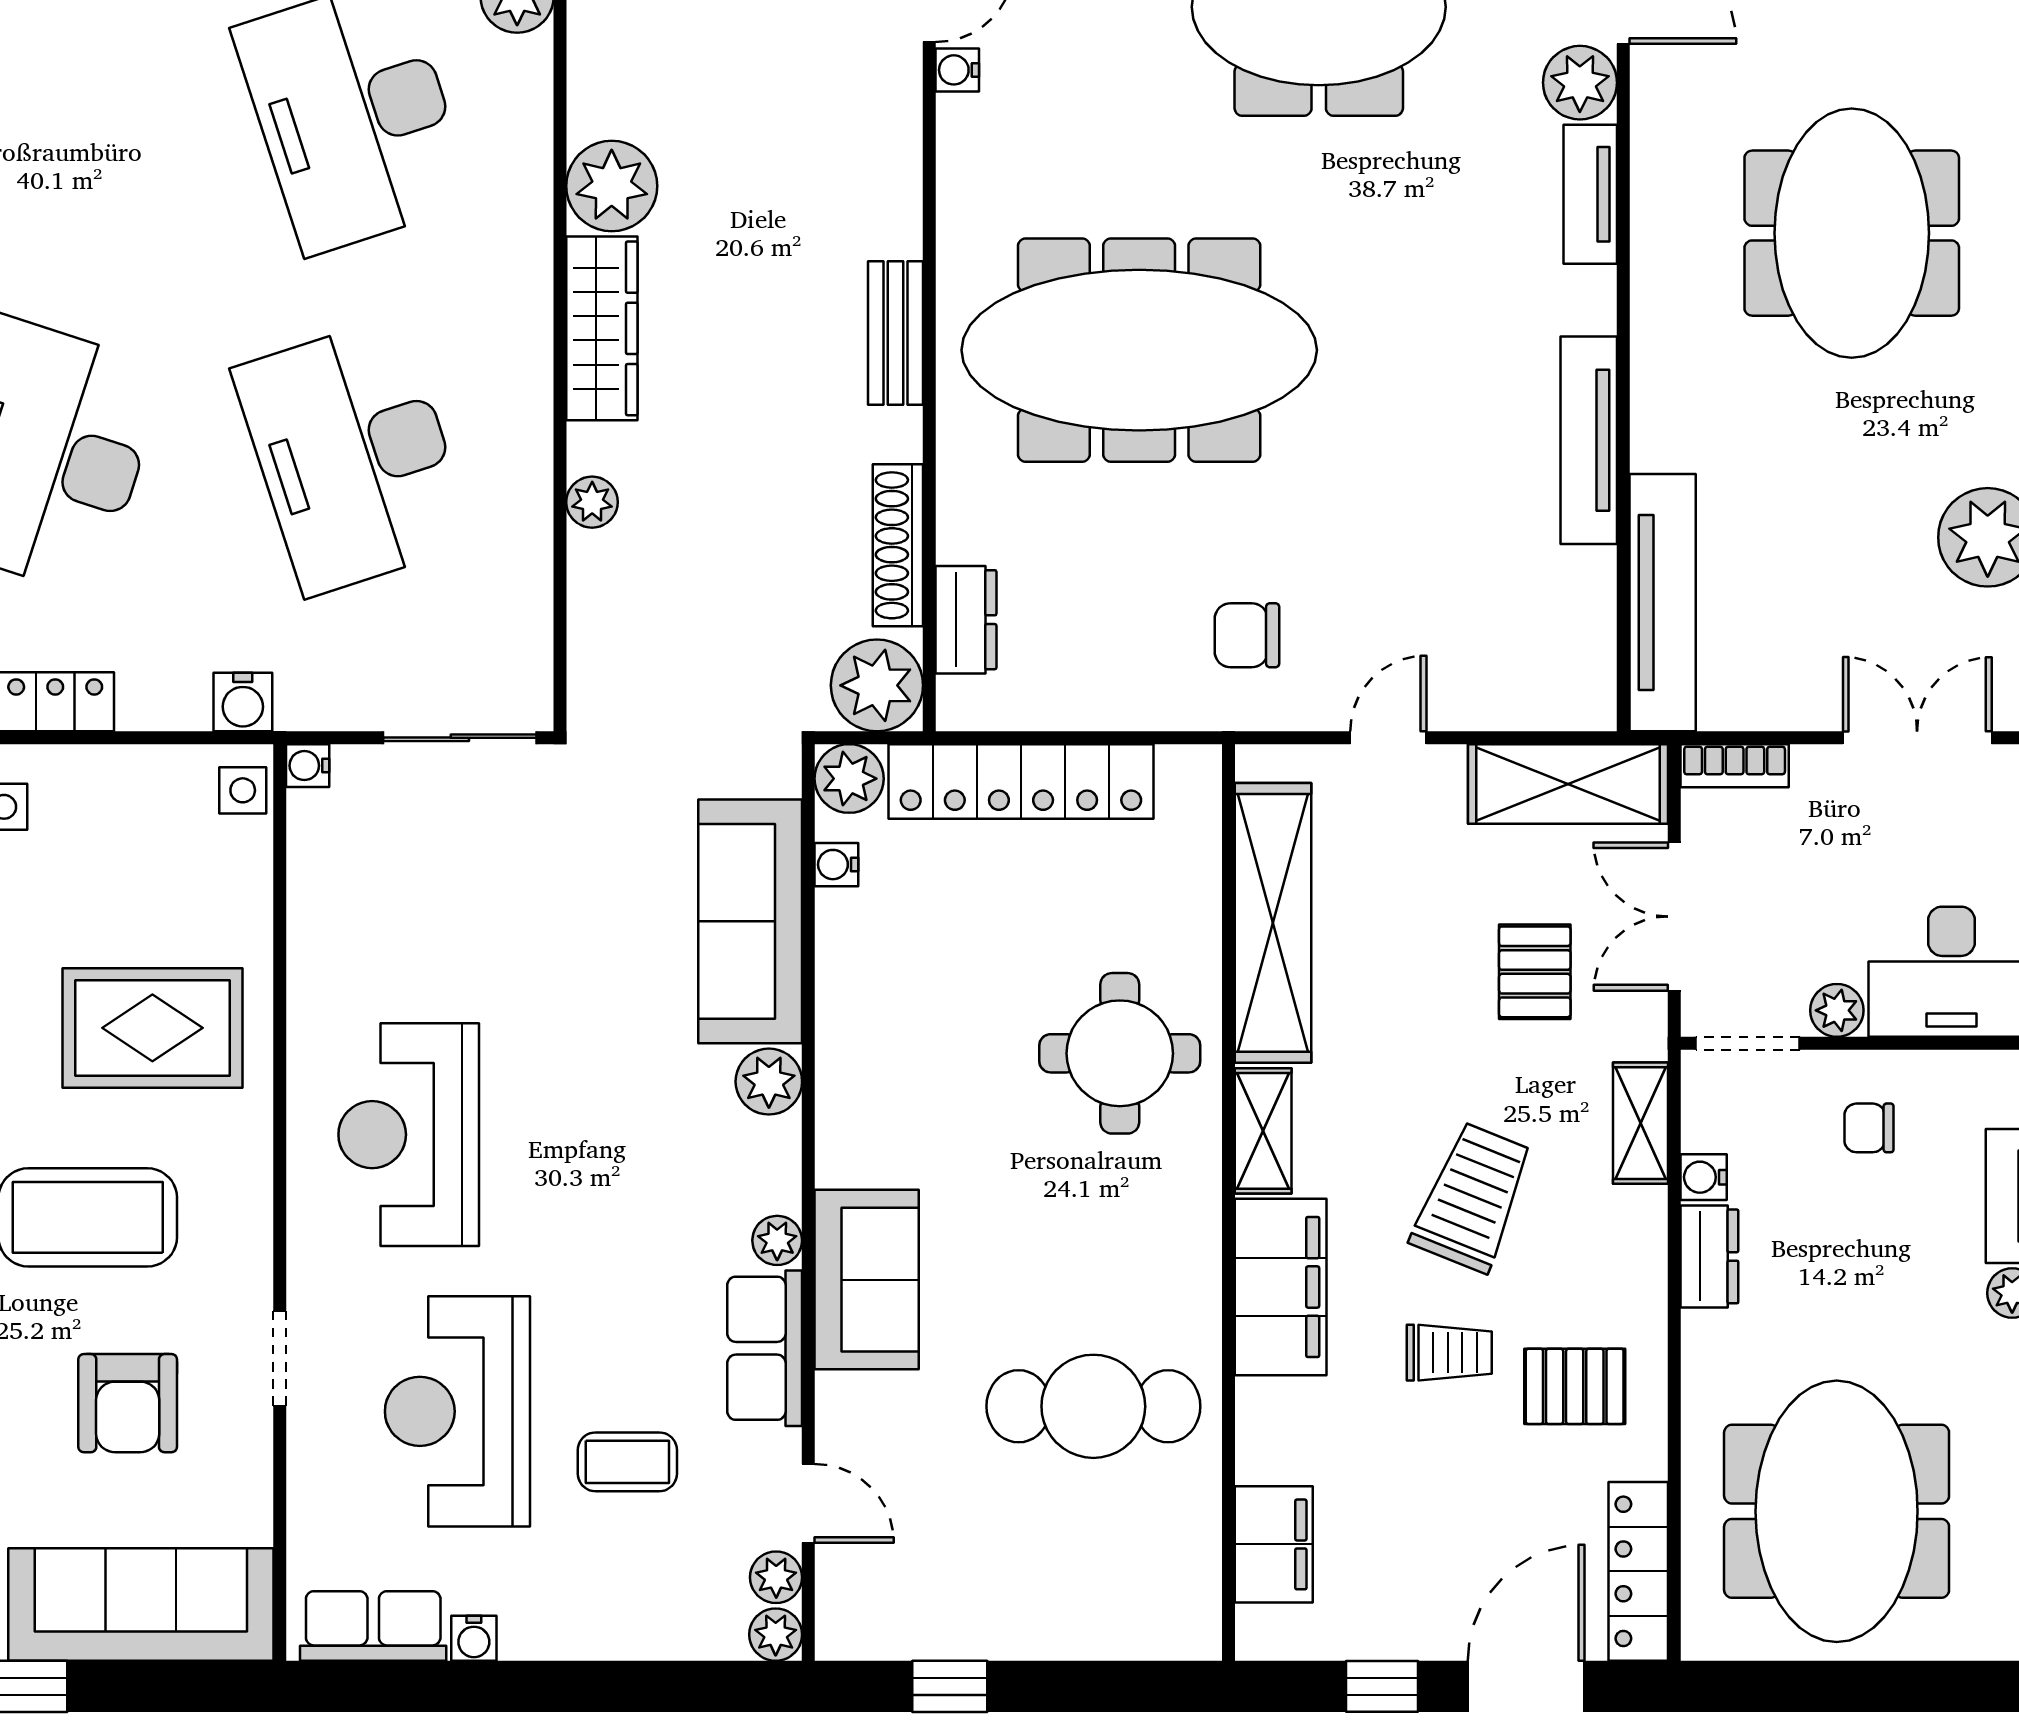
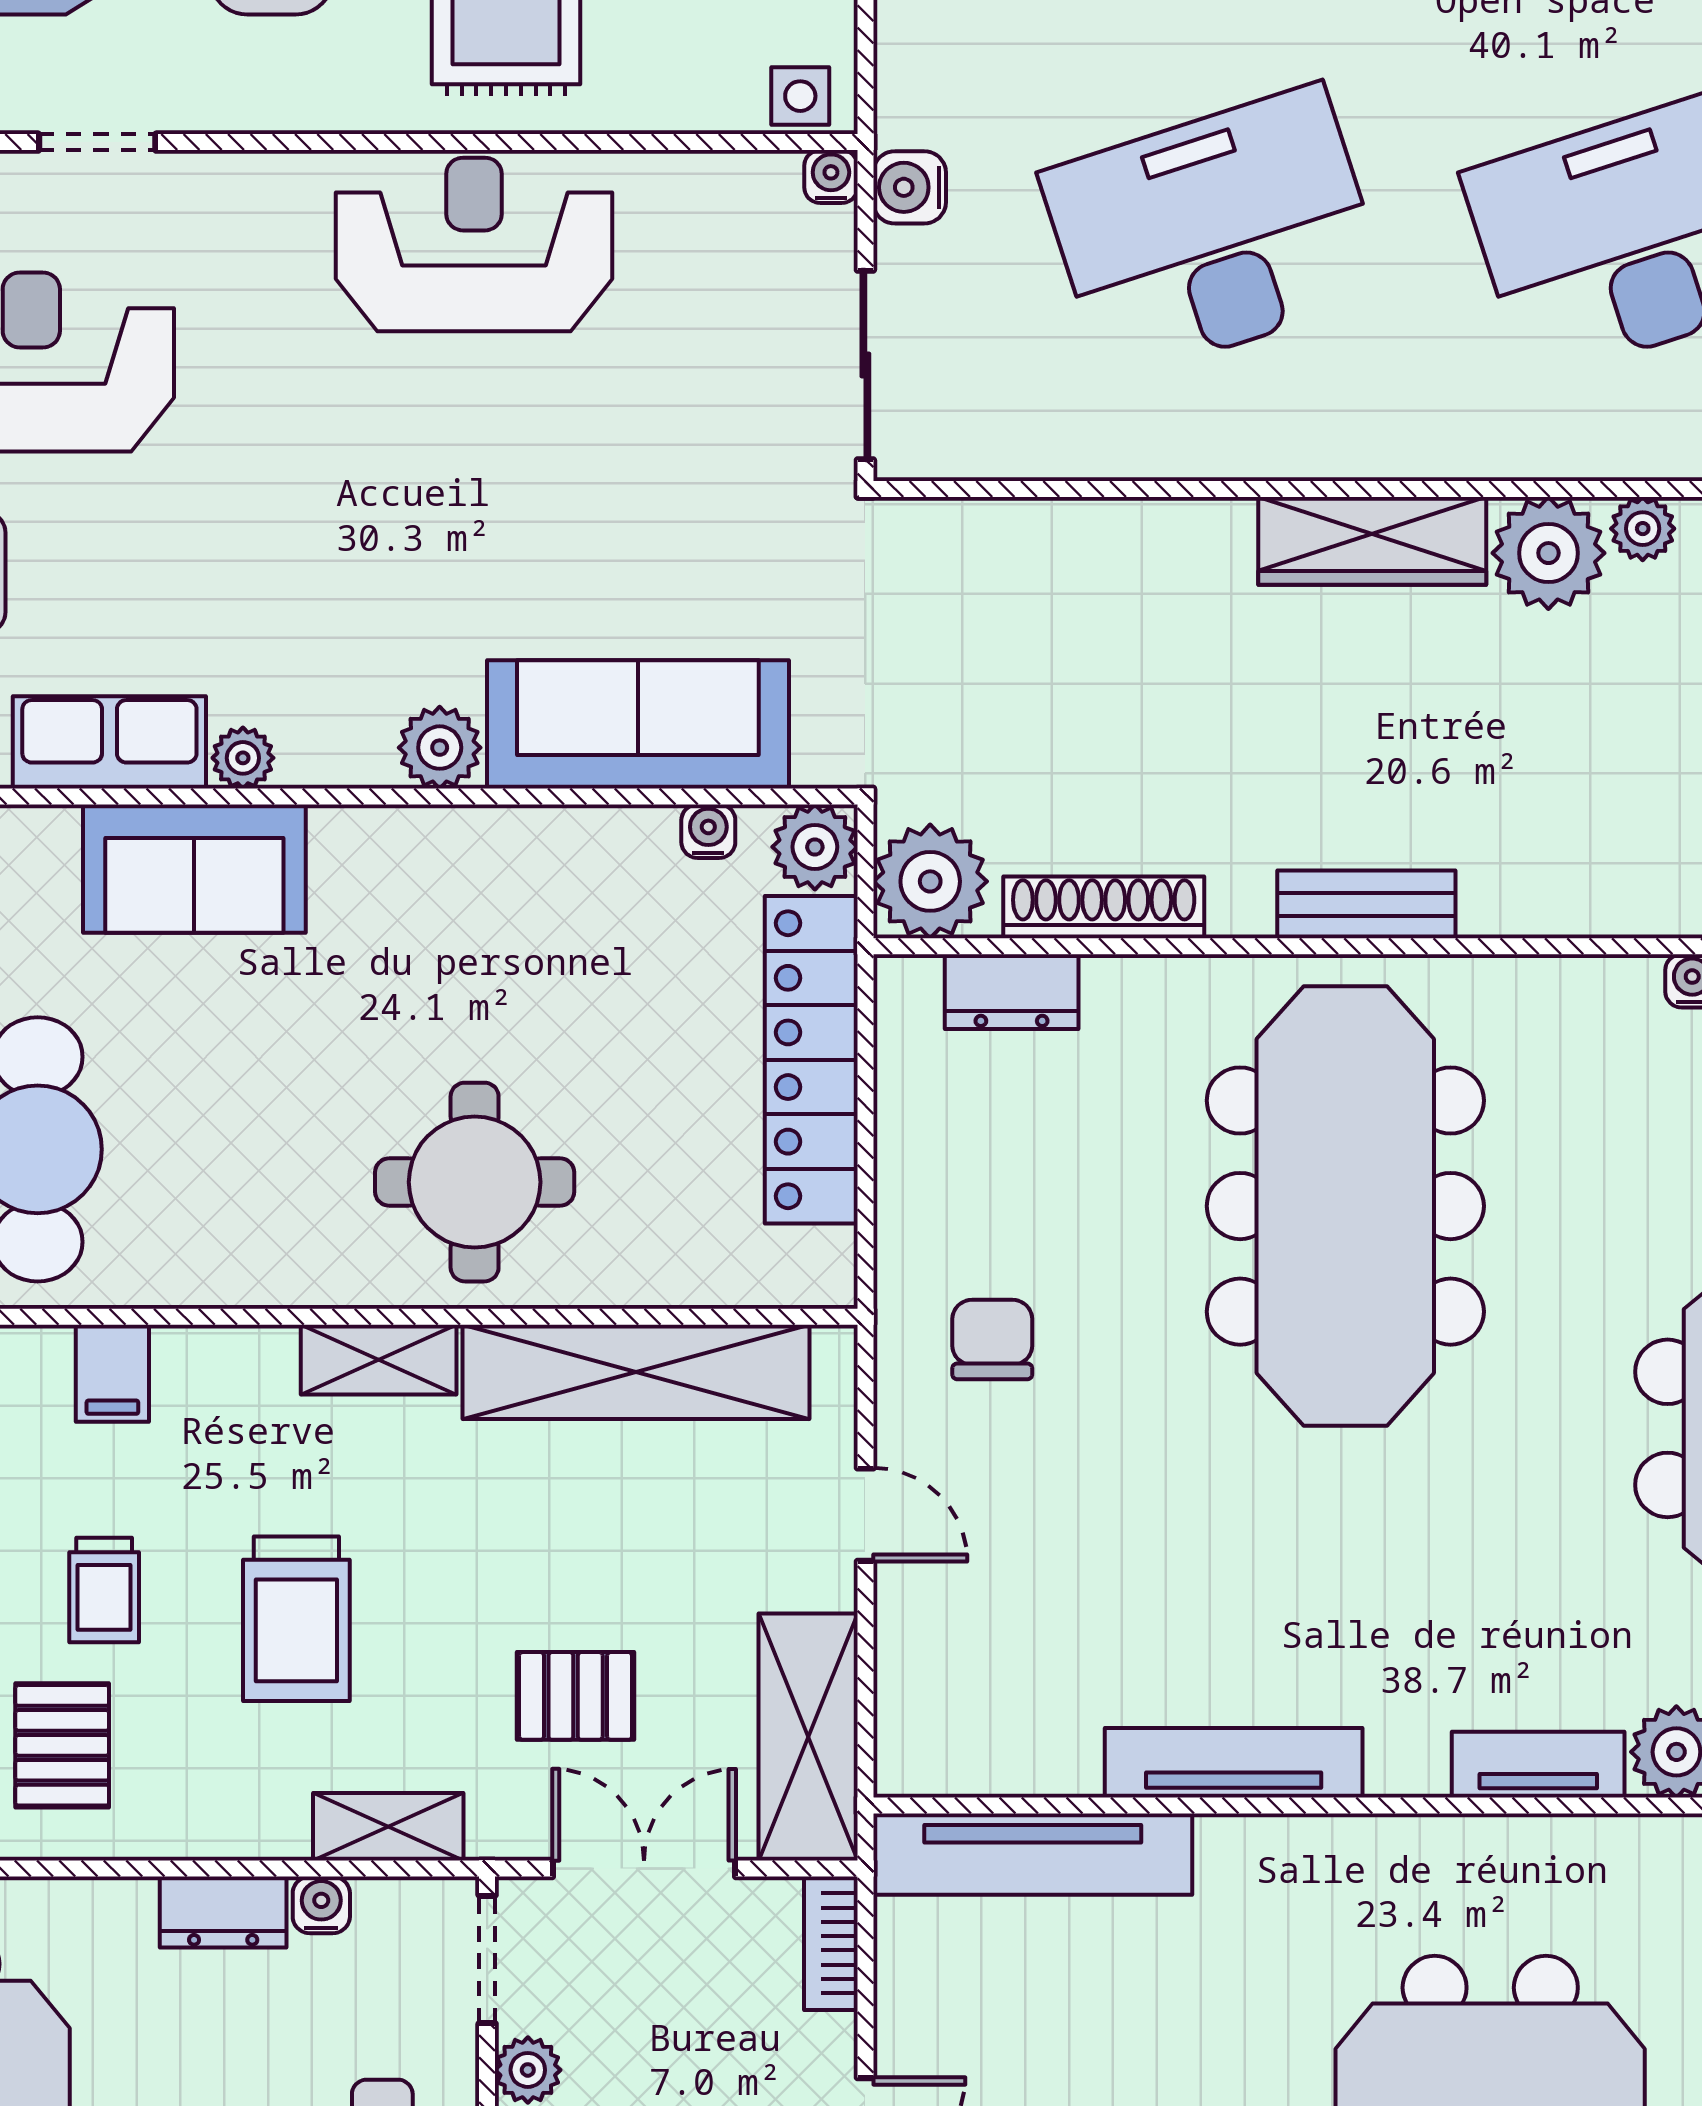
plant: (592, 502) -> (1643, 529), moved
water cooler: (243, 702) -> (910, 187), moved
reception desk: (409, 1135) -> (474, 244), moved
trolley: (1472, 1197) -> (296, 1619), turned 68
filing cabinet: (1281, 1287) -> (112, 1373), width x0.33, depth x0.86

